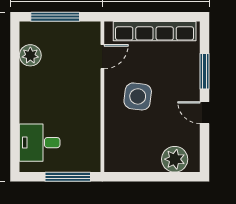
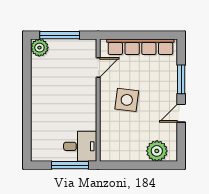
plant: (30, 55) -> (39, 48), moved
door: (205, 113) -> (181, 113), hinge flipped
desk: (40, 143) -> (80, 146), moved, turned 180

